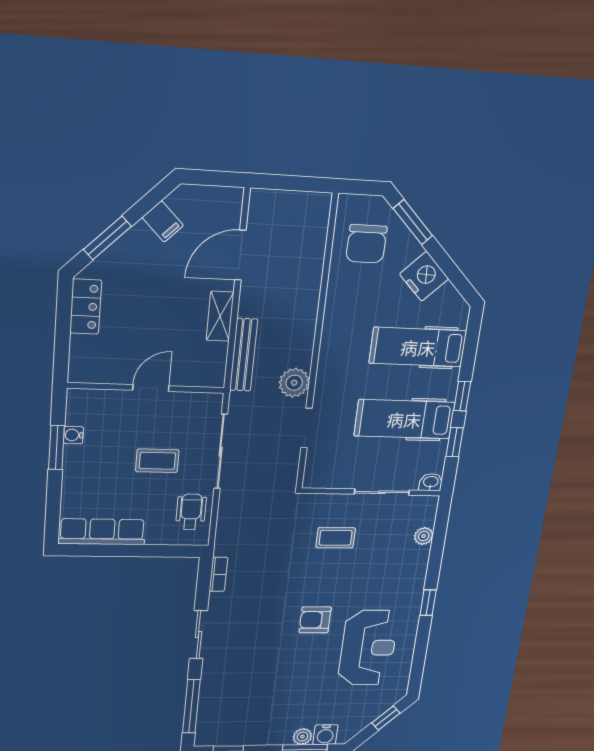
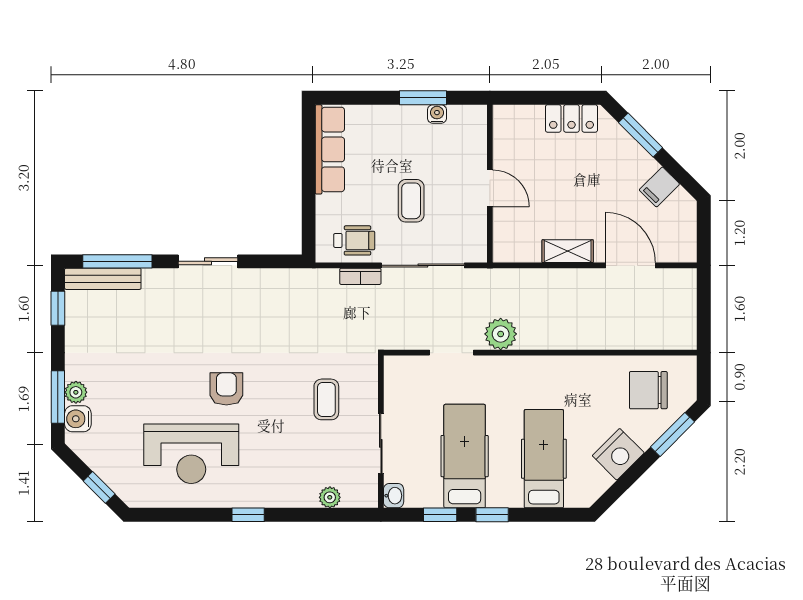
bench: (244, 355) -> (103, 279), moved
bookcase: (218, 574) -> (360, 276), moved

